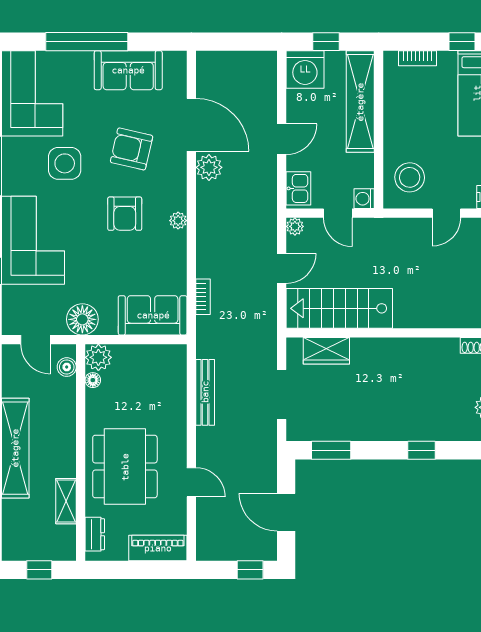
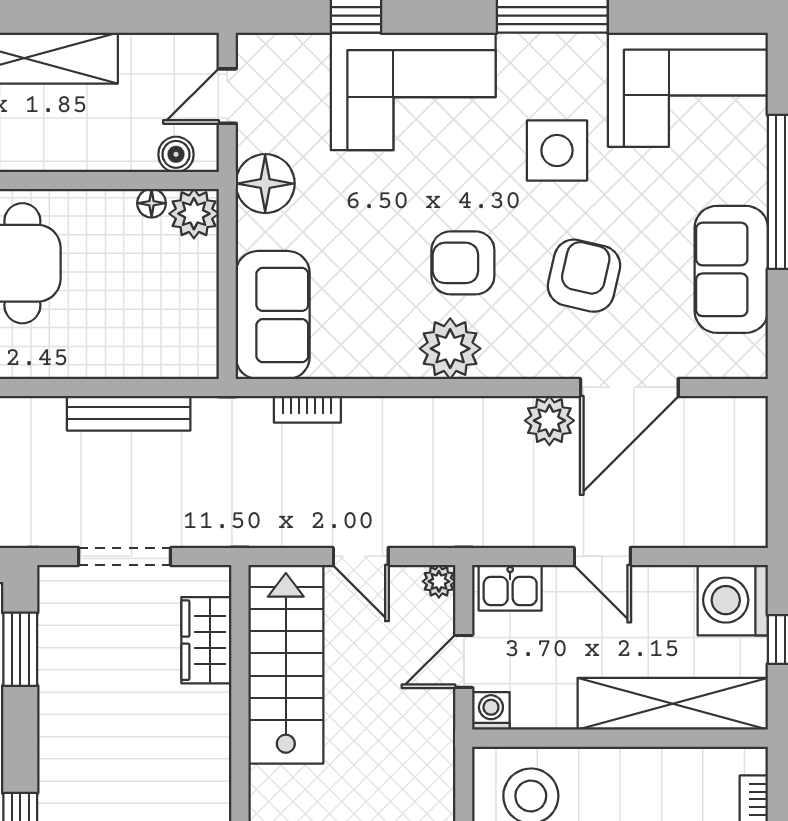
plant: (178, 221) -> (450, 349), width x1.88, depth x1.88

